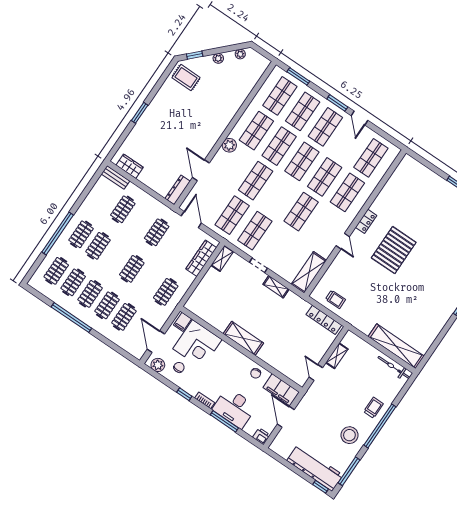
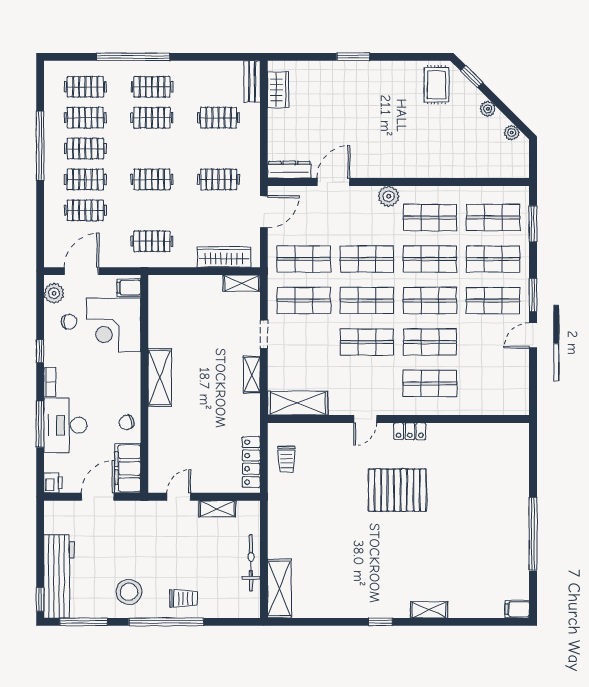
shop shelf: (371, 158) -> (367, 301), moved
shelving: (396, 346) -> (279, 588), width x0.68
bicycle: (394, 367) -> (251, 563), moved

